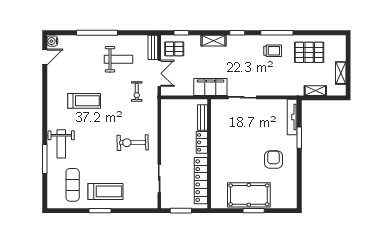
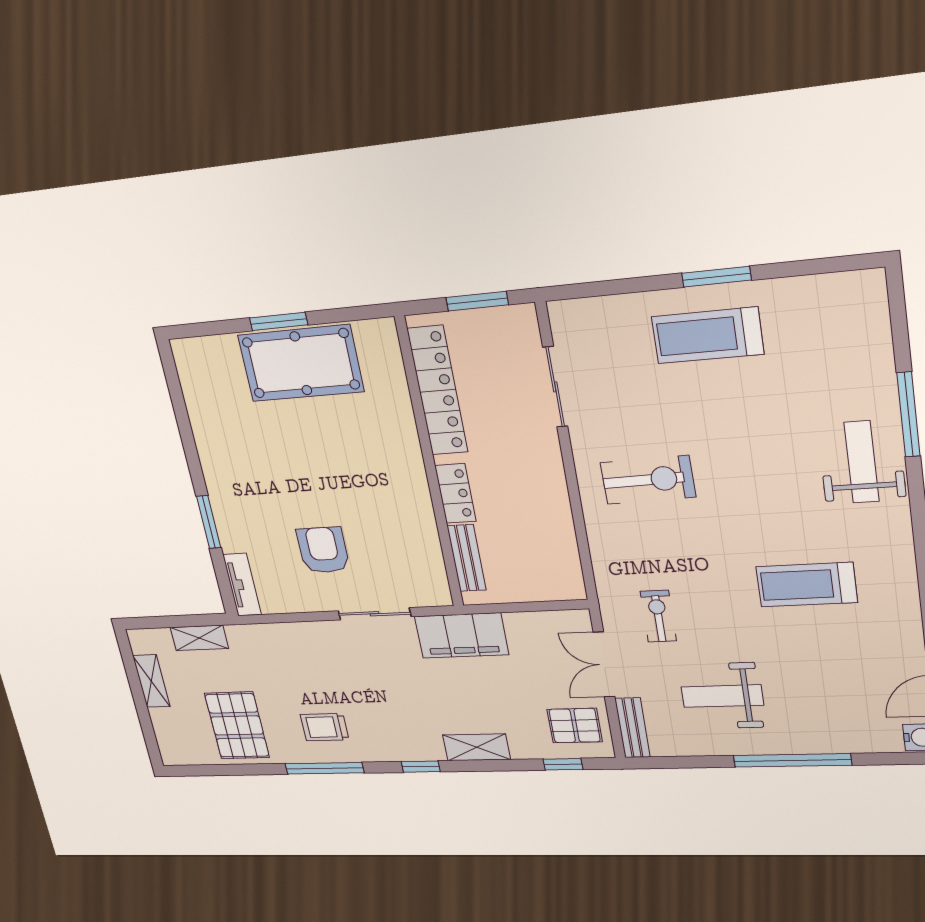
pallet: (309, 52) -> (237, 725), turned 90
tv unit: (292, 117) -> (242, 585), width x0.71
armchair: (273, 160) -> (323, 550), moved, turned 180
exercise mat: (73, 185) -> (812, 345), removed

